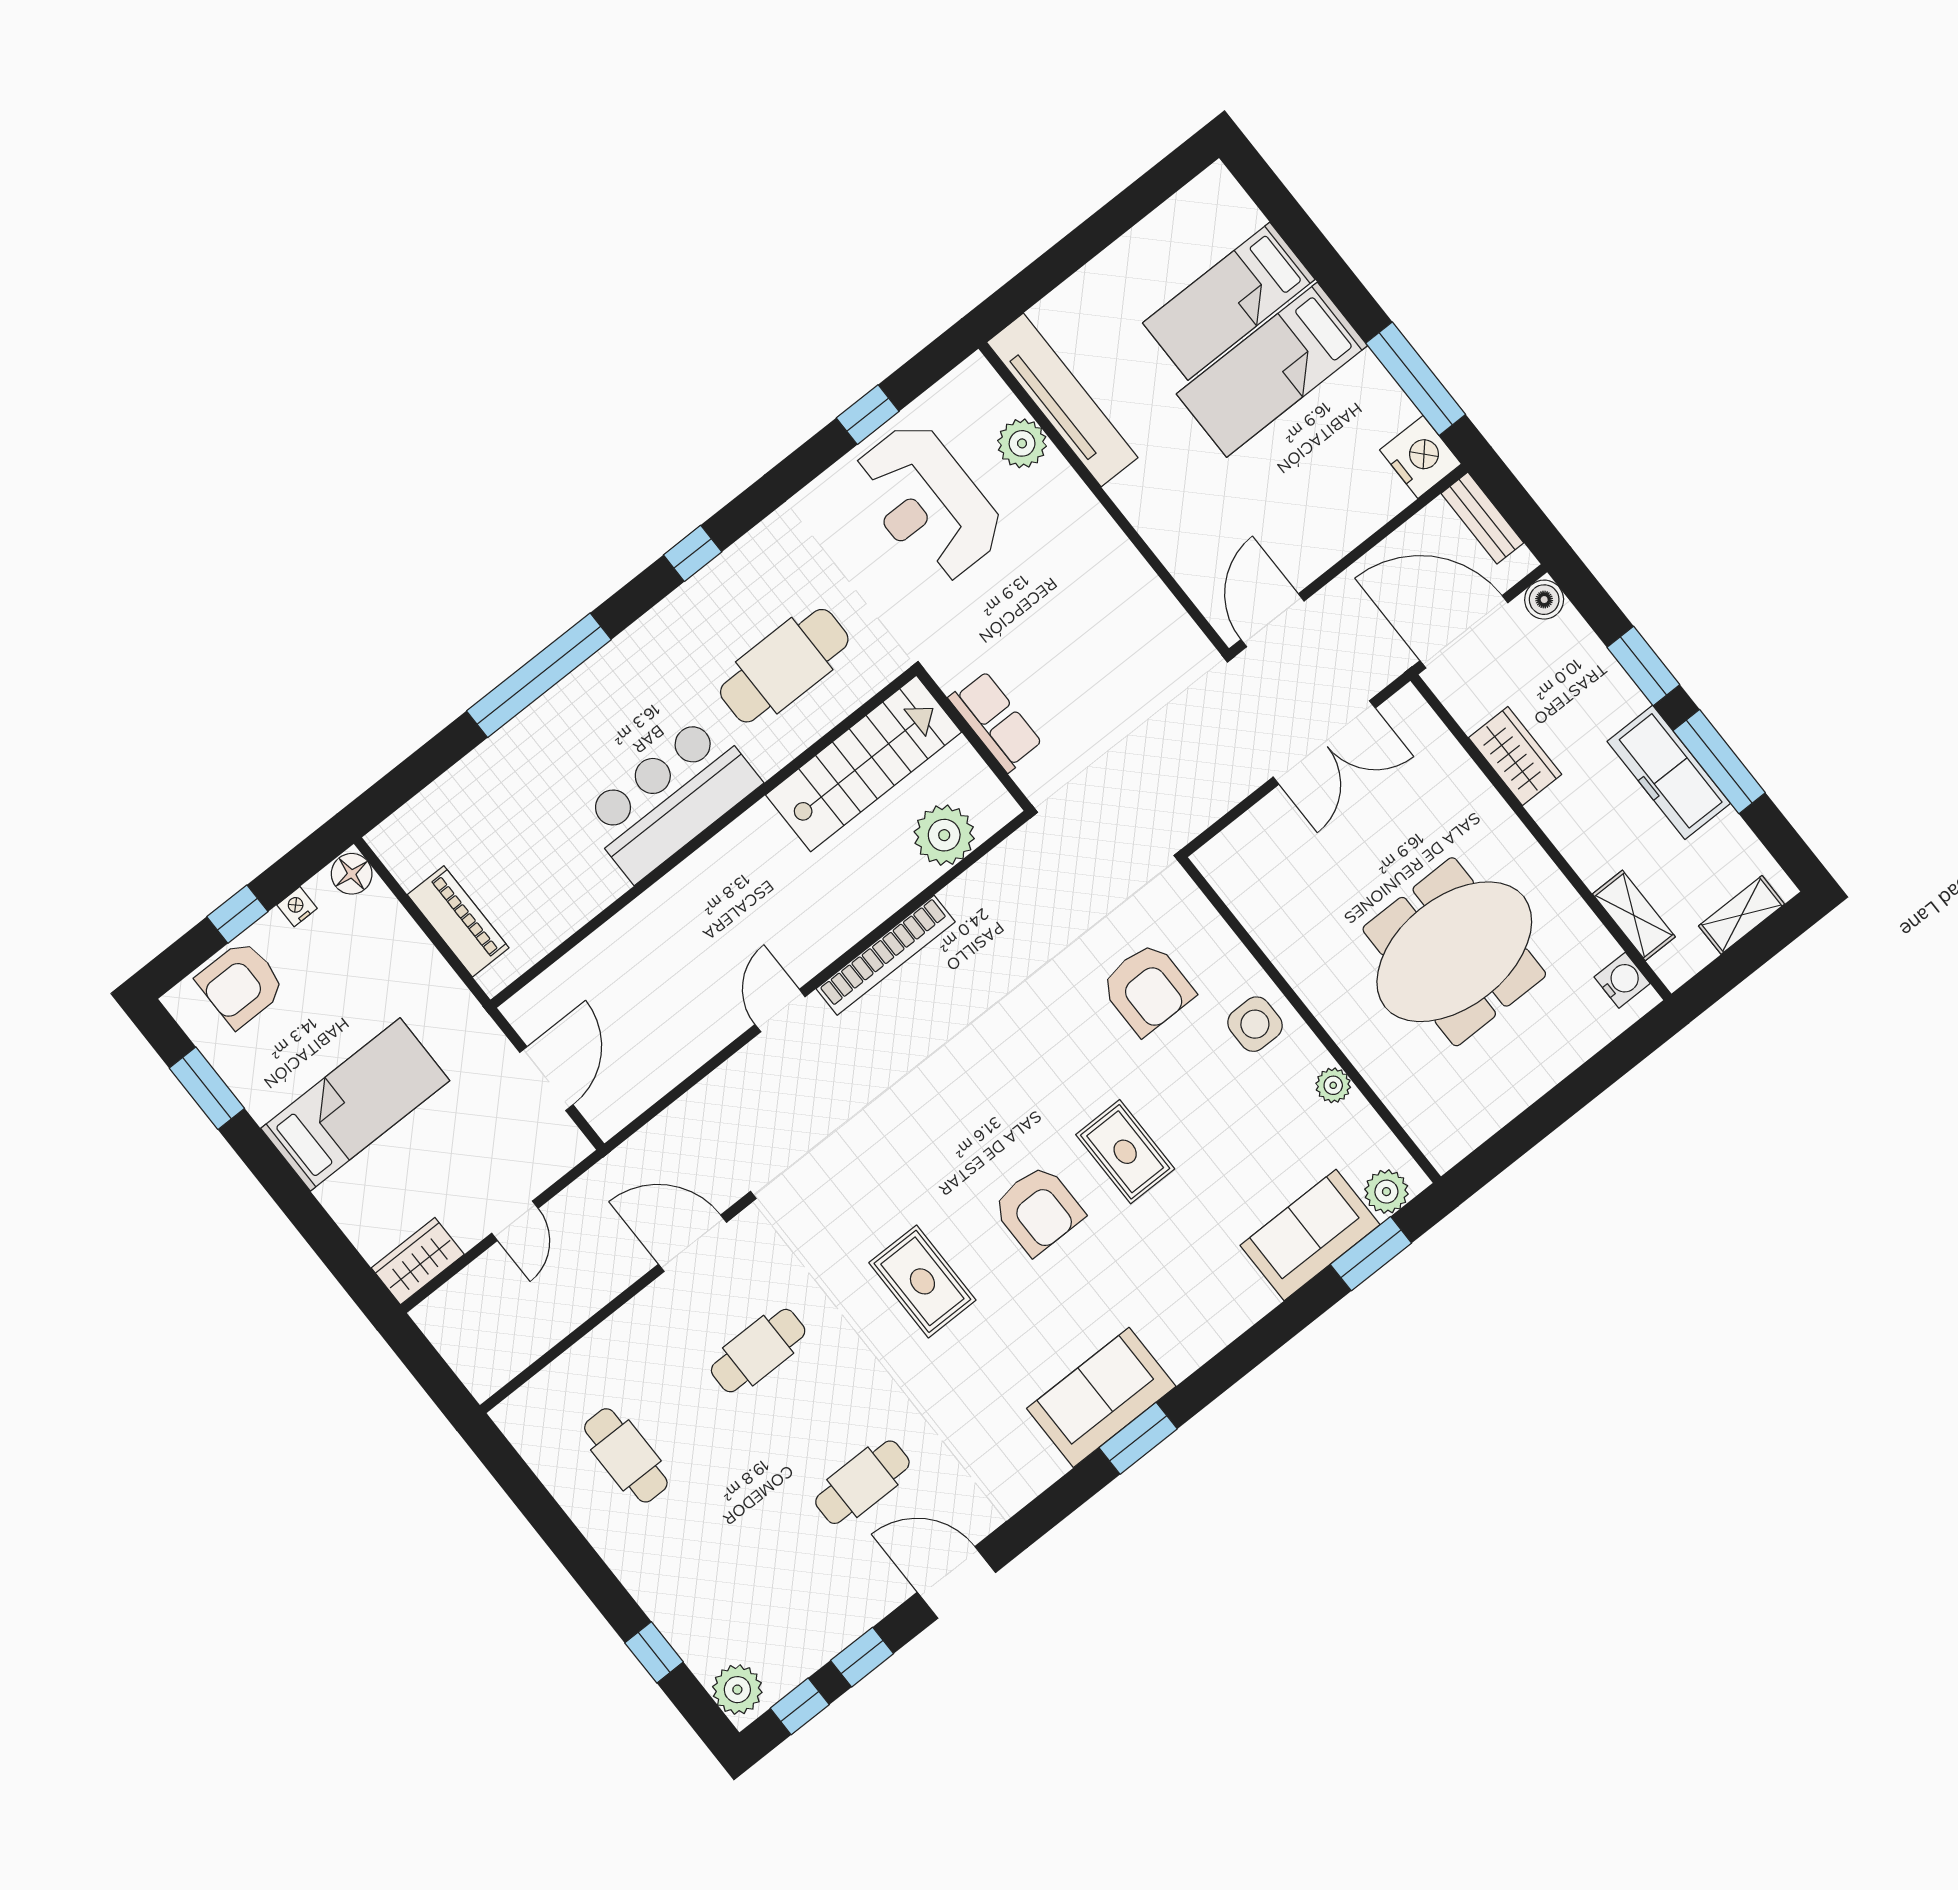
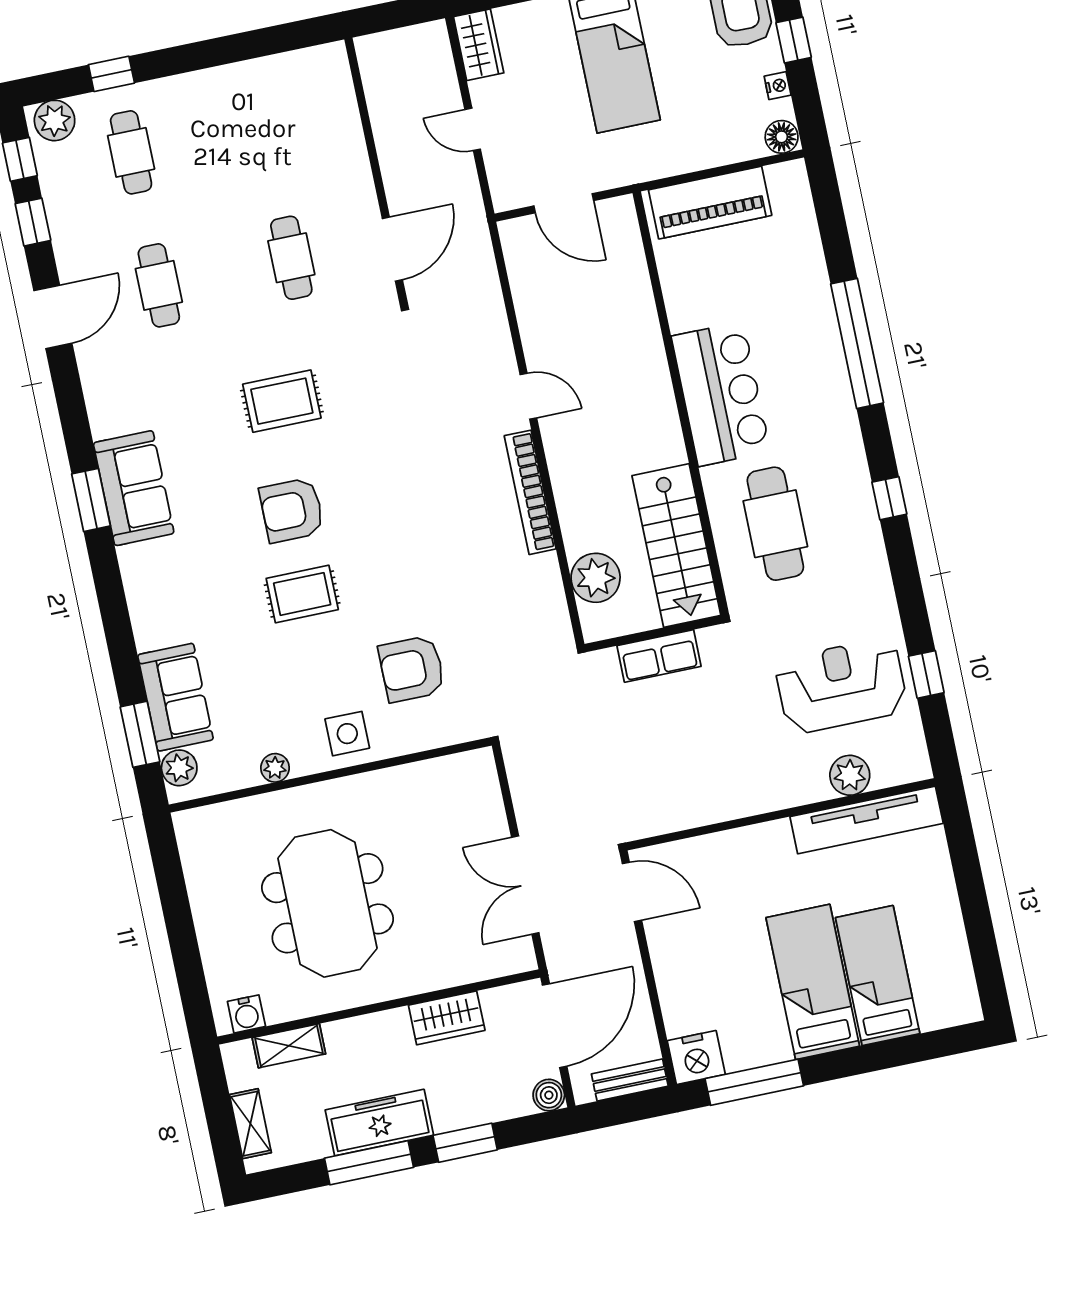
piano: (458, 921) -> (710, 203), width x1.37, depth x1.33
cafe table: (626, 1455) -> (131, 152), moved, turned 90

